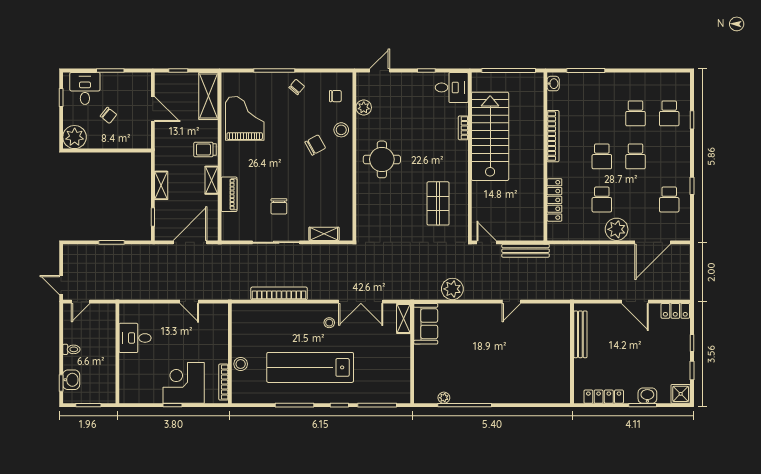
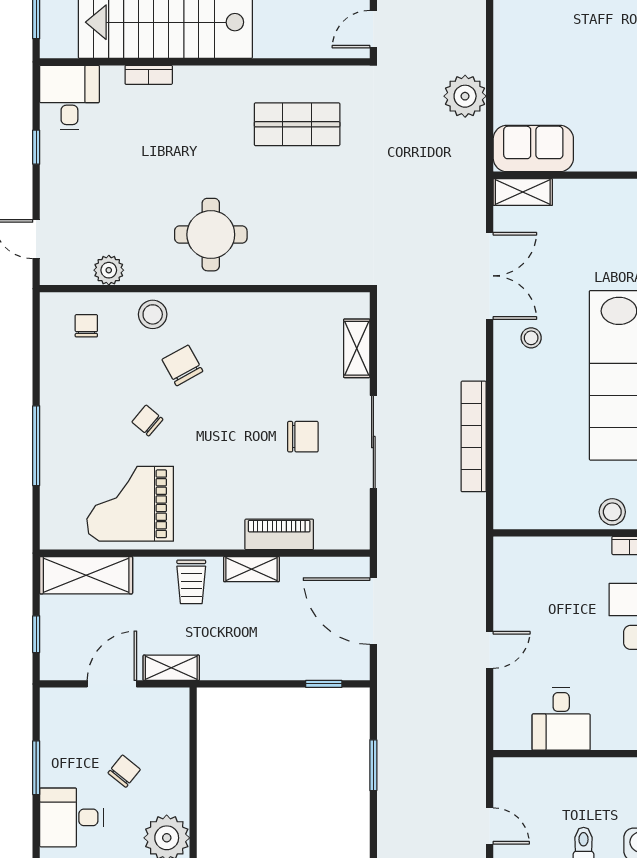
chair: (297, 87) -> (147, 421), moved
shelving: (161, 185) -> (171, 668), moved
door: (189, 302) -> (490, 650), moved

